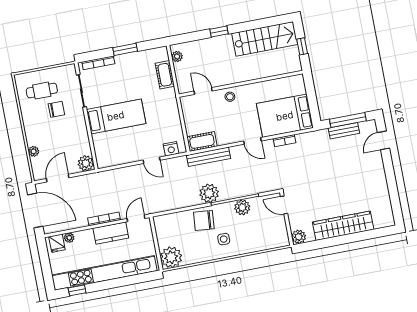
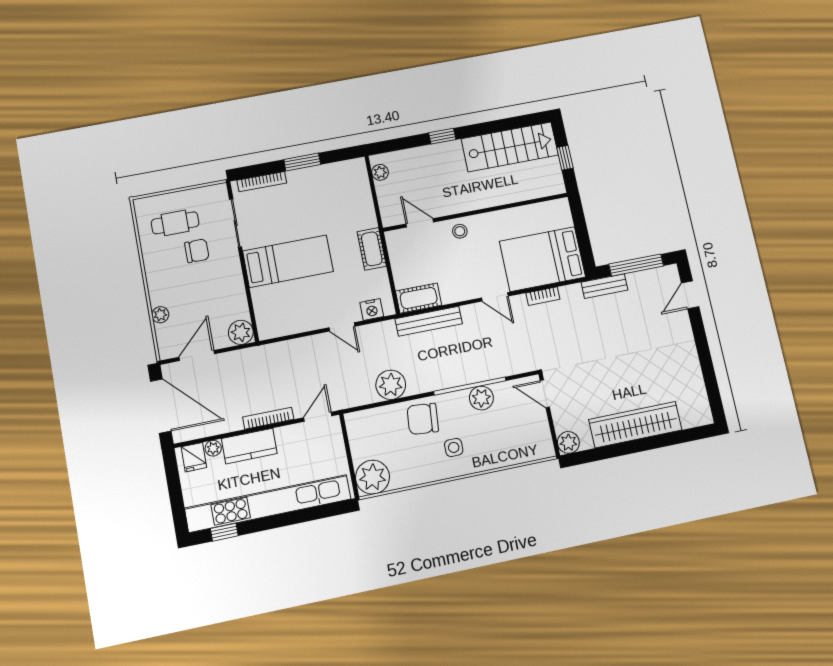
cot: (165, 75) -> (372, 249), moved
bench: (344, 131) -> (605, 286), moved
plant: (209, 193) -> (391, 385), moved
kitchen counter: (111, 233) -> (249, 446), moved

